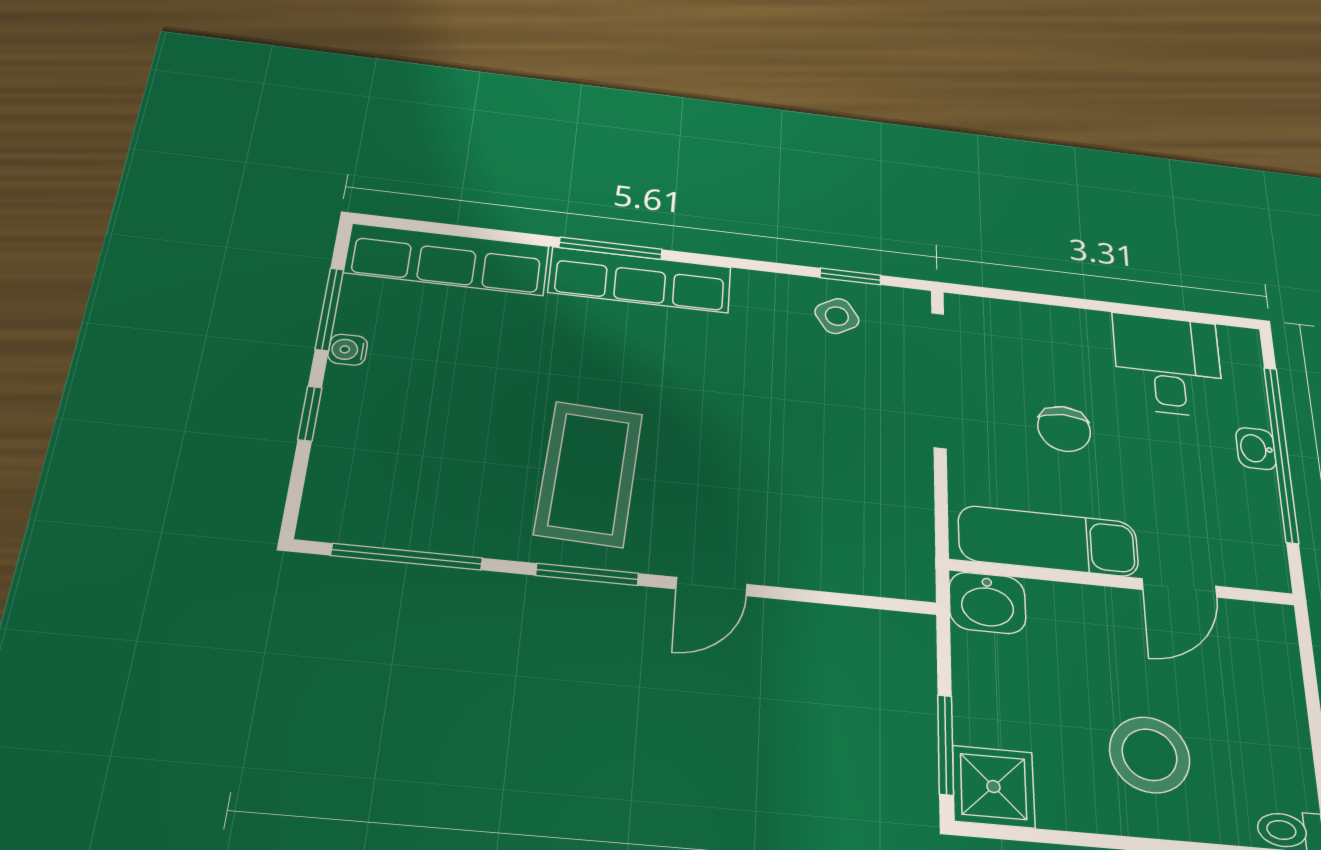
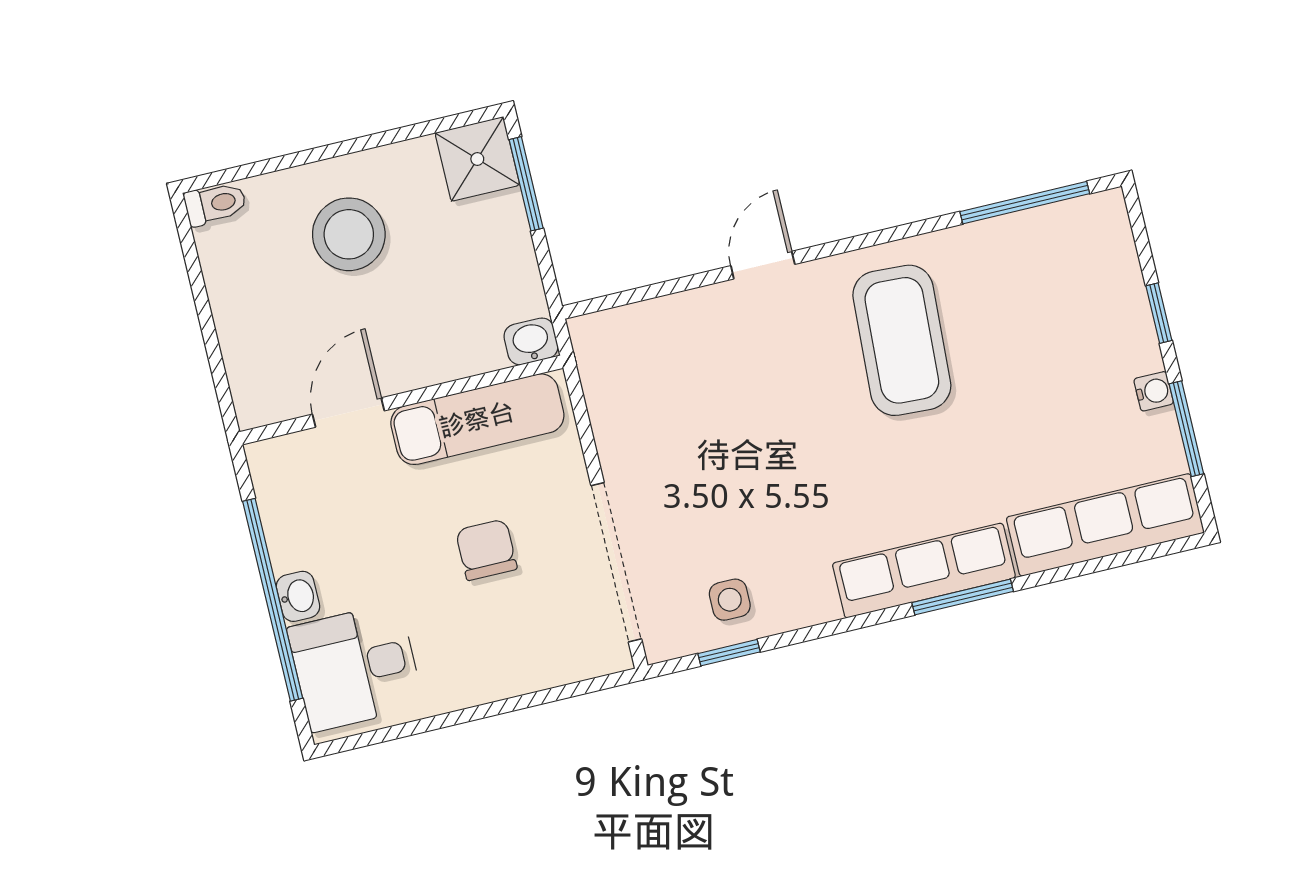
side table: (837, 316) -> (730, 600), turned 31
desk: (1168, 365) -> (355, 667), moved, turned 90
window: (587, 574) -> (871, 239), removed
washbasin: (987, 603) -> (531, 341), width x0.72, depth x0.69

